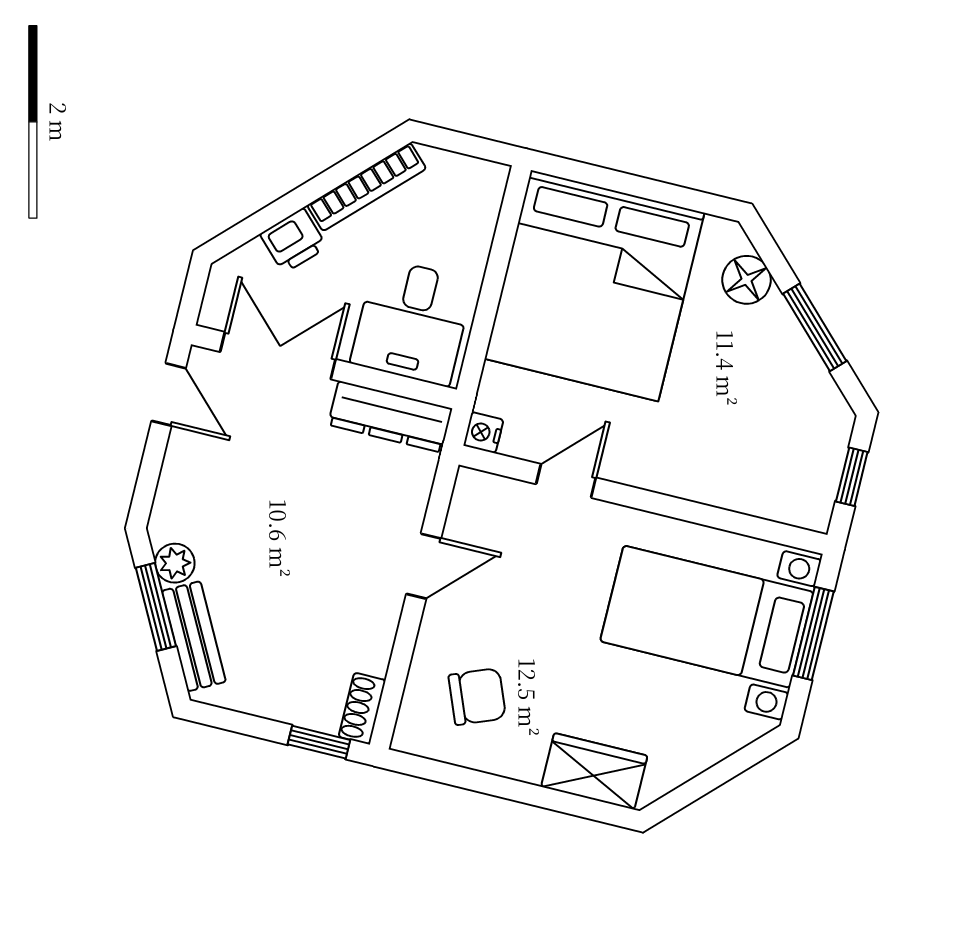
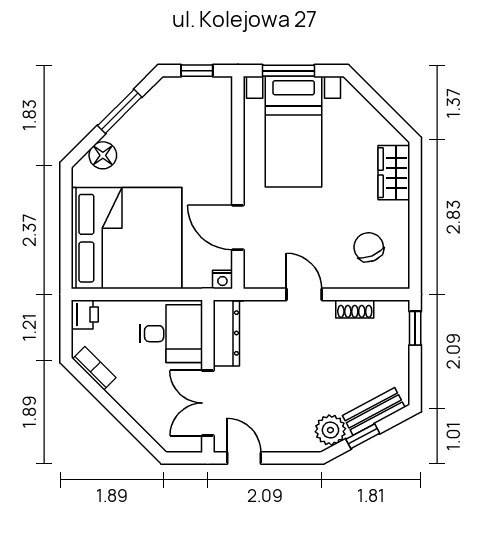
bookcase: (367, 187) -> (94, 368), width x0.64
printer: (293, 241) -> (85, 314), moved, turned 45
door: (169, 394) -> (244, 458), hinge flipped
door: (566, 481) -> (238, 227), width x1.38
plant: (175, 563) -> (330, 430), width x1.38, depth x1.38
window: (156, 607) -> (363, 436), width x0.67
shoe rack: (362, 708) -> (355, 309), moved

